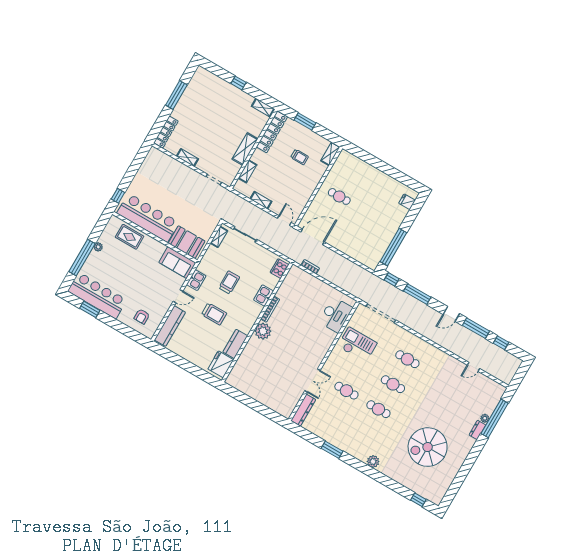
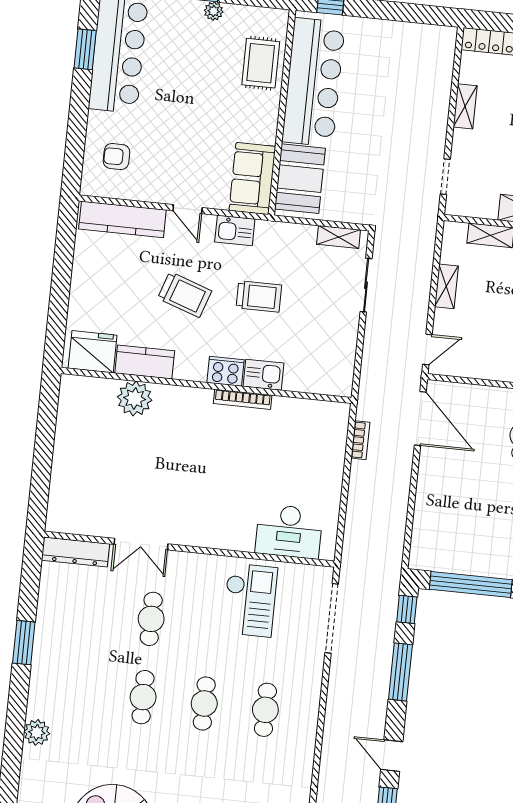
cooker: (279, 269) -> (225, 371), moved
trolley: (214, 314) -> (185, 295), turned -71
plant: (263, 331) -> (135, 398), moved

